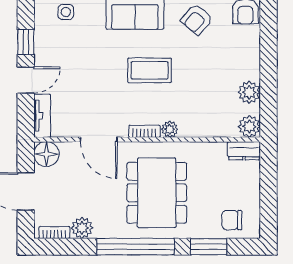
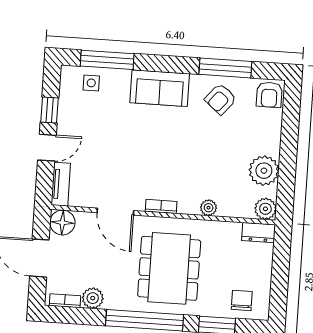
coffee table: (150, 70) -> (170, 146), removed
plant: (249, 92) -> (264, 171), width x1.36, depth x1.36
plant: (170, 129) -> (209, 208), moved
chair: (232, 220) -> (242, 300), turned 90

